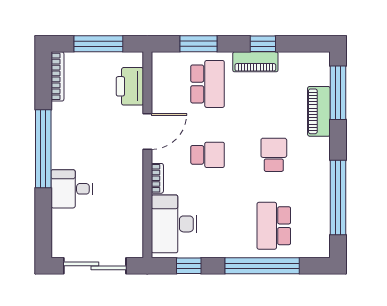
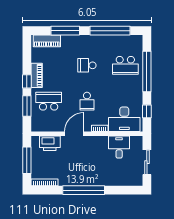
window: (263, 44) -> (27, 81), moved
window: (338, 93) -> (65, 31), moved
piano: (319, 111) -> (47, 41), moved
door: (147, 131) -> (74, 134), hinge flipped
school desk: (208, 155) -> (87, 101), turned 180
desk: (72, 189) -> (119, 147), moved, turned 180
sliding door: (95, 266) -> (147, 162), width x0.73

